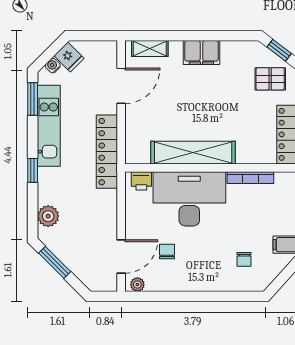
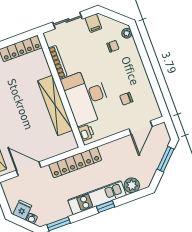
kitchen unit: (49, 126) -> (97, 198), moved
door: (121, 256) -> (141, 128), swing flipped
window: (55, 262) -> (166, 159), moved
plant: (137, 285) -> (127, 33), moved

